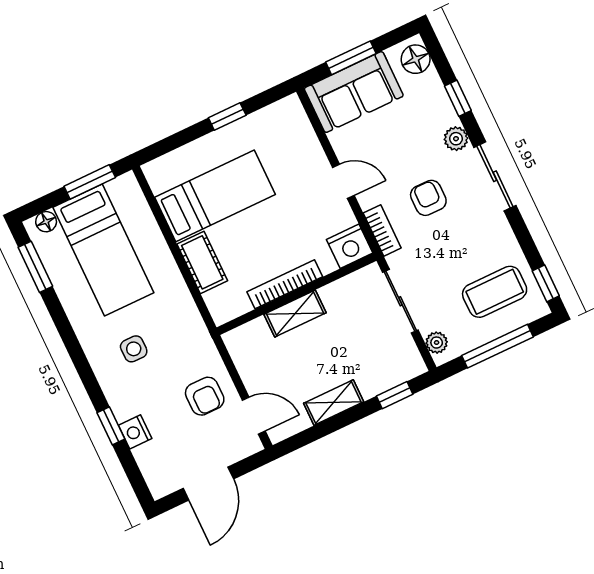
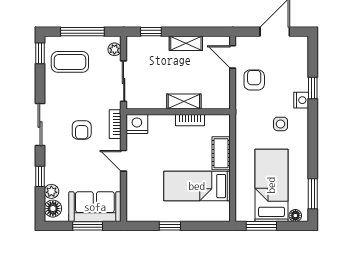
plant: (456, 139) -> (51, 191), moved
bookcase: (285, 284) -> (190, 120), width x0.64
nightstand: (135, 432) -> (301, 100), moved

